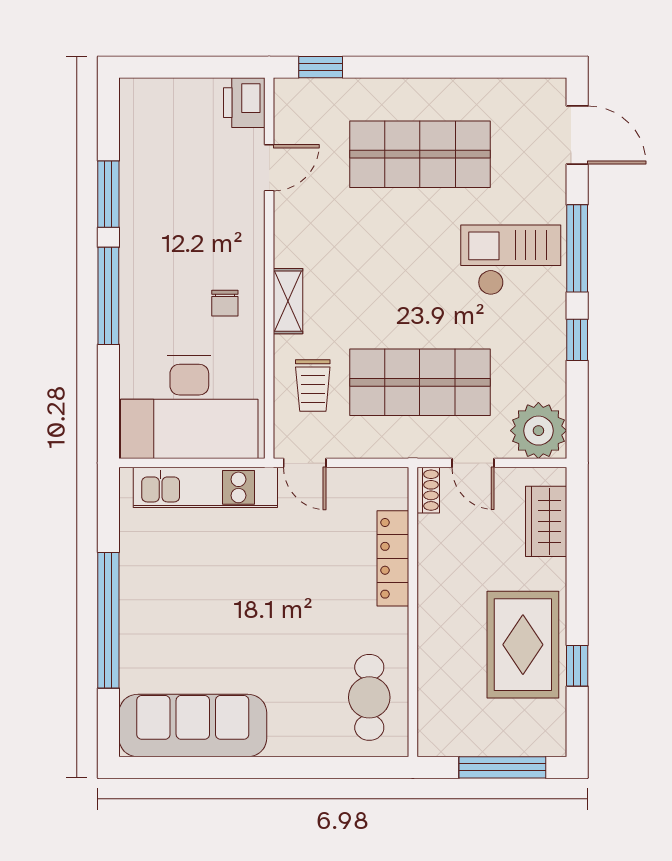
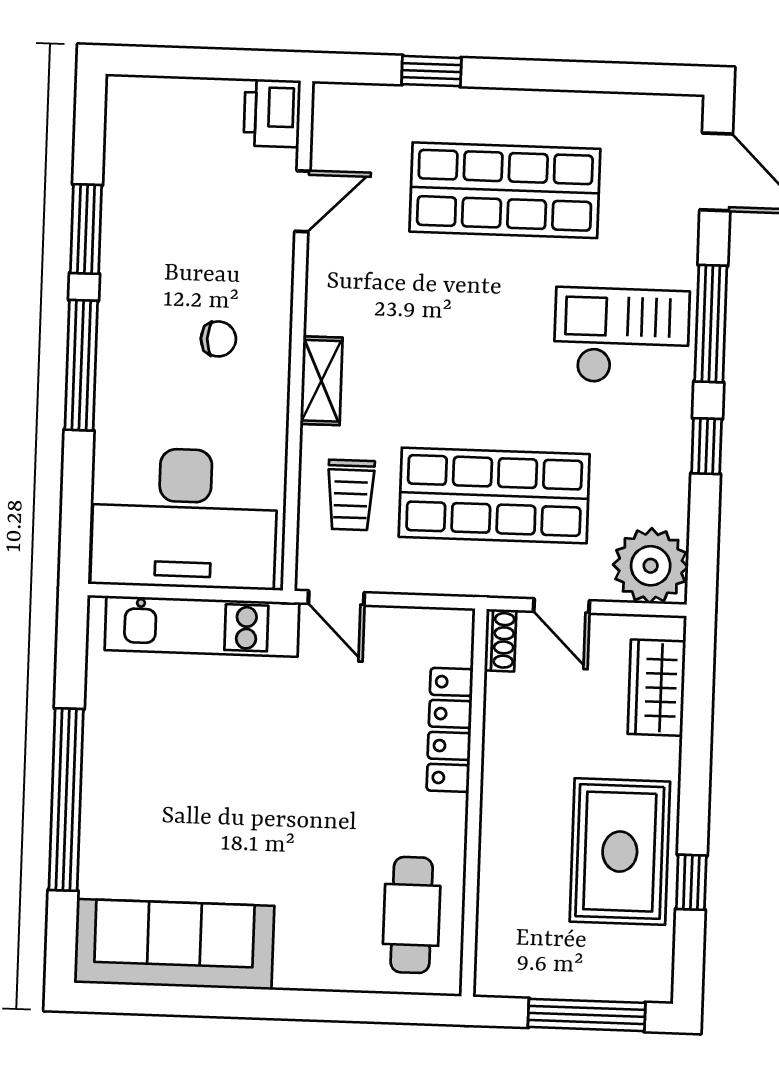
window: (321, 67) -> (431, 71), moved
chair: (225, 303) -> (218, 339), moved, turned -90

